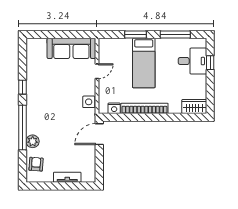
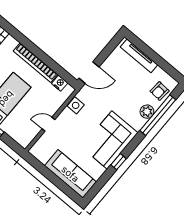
sofa: (71, 48) -> (70, 174), moved
corner sofa: (42, 97) -> (110, 140), added
window: (22, 128) -> (158, 115), moved
tv unit: (67, 177) -> (139, 56), width x1.41

